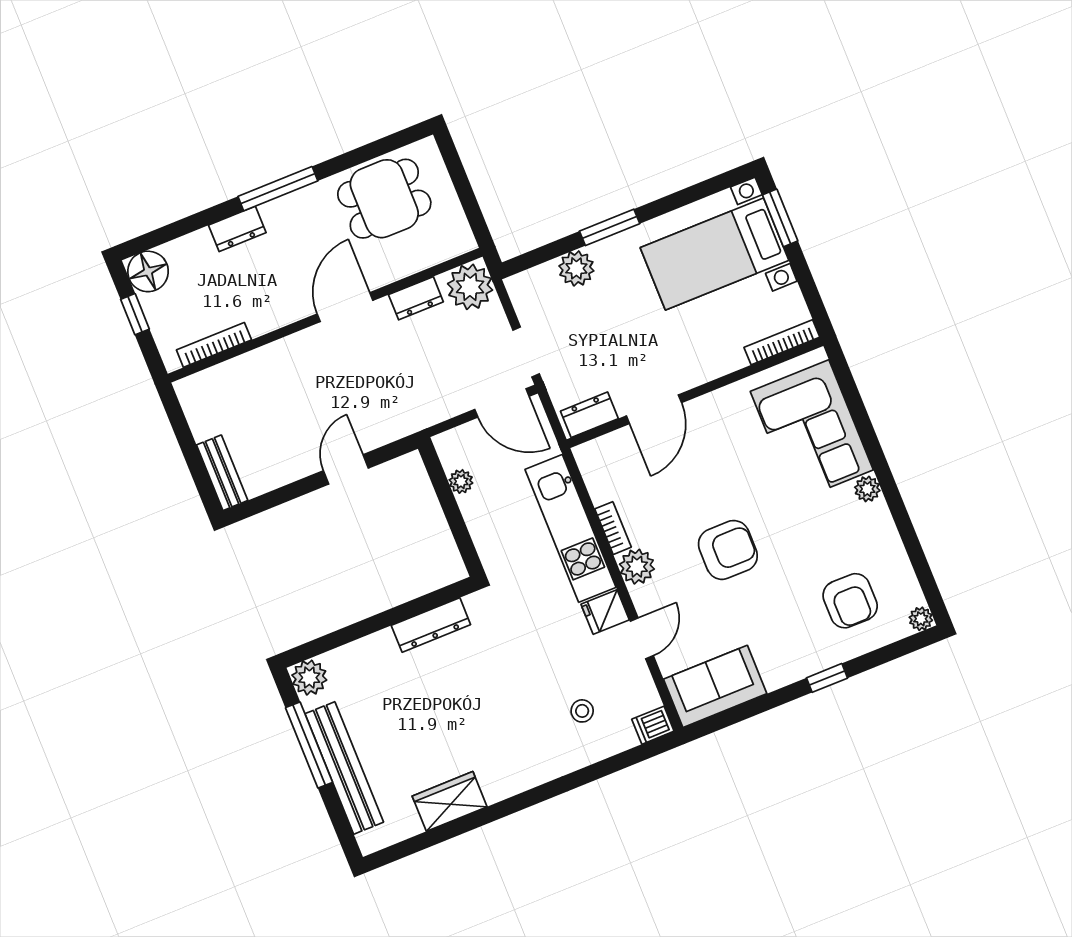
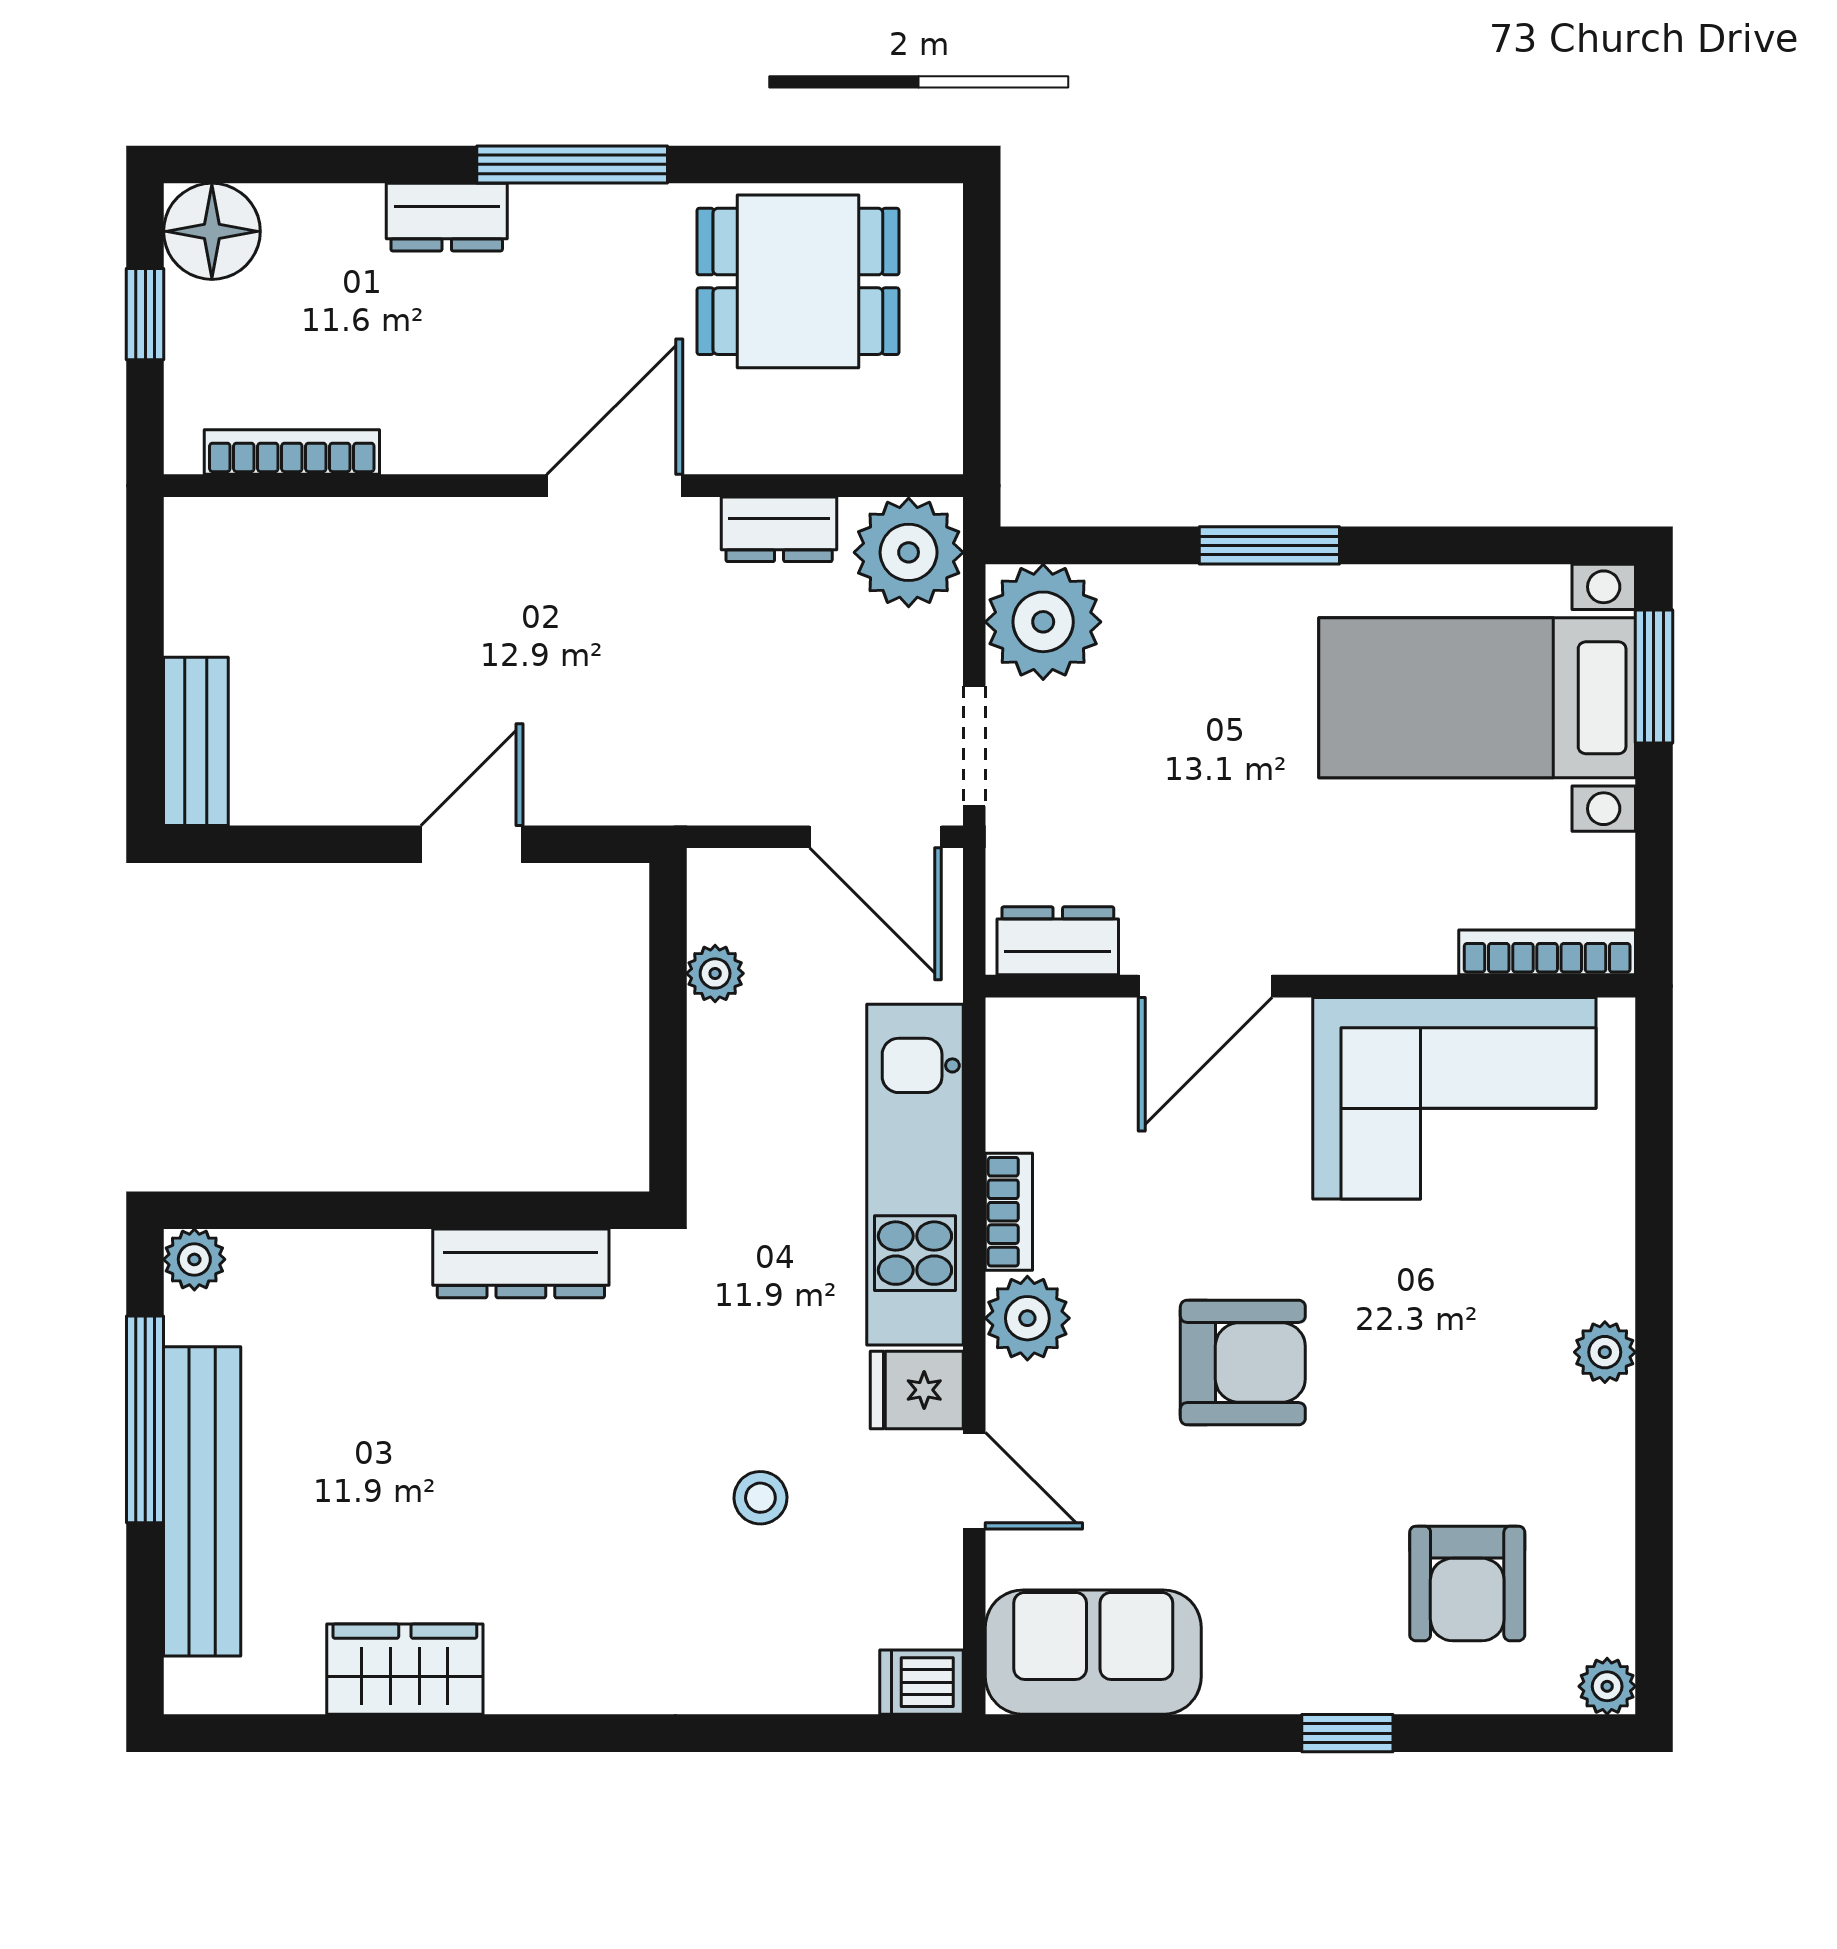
plant: (576, 268) -> (1043, 622), moved, width x1.36, depth x1.36
corner sofa: (812, 431) -> (1454, 1098), moved, turned -90
door: (642, 638) -> (974, 1481), hinge flipped
plant: (309, 678) -> (194, 1259), width x0.73, depth x0.73
stool: (582, 711) -> (760, 1498), moved

